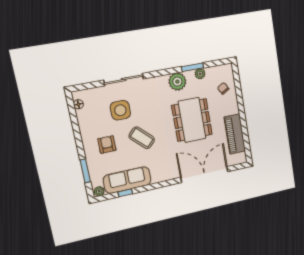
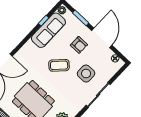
door: (77, 135) -> (102, 38), added

